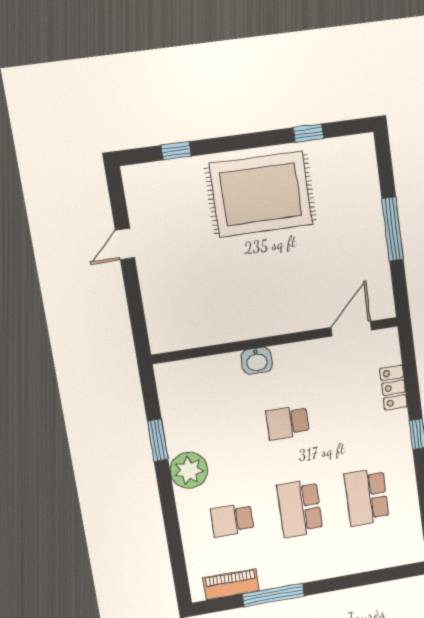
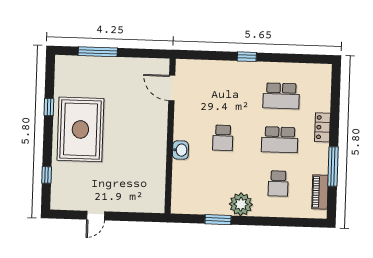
window: (308, 133) -> (49, 107), moved
window: (393, 229) -> (98, 52), moved
door: (125, 244) -> (96, 216), hinge flipped
locker: (394, 388) -> (323, 127), moved, turned 90

